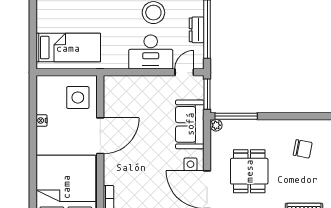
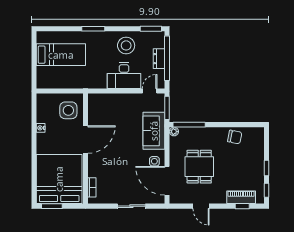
bed: (68, 48) -> (61, 55), moved
chair: (303, 149) -> (235, 137), moved

